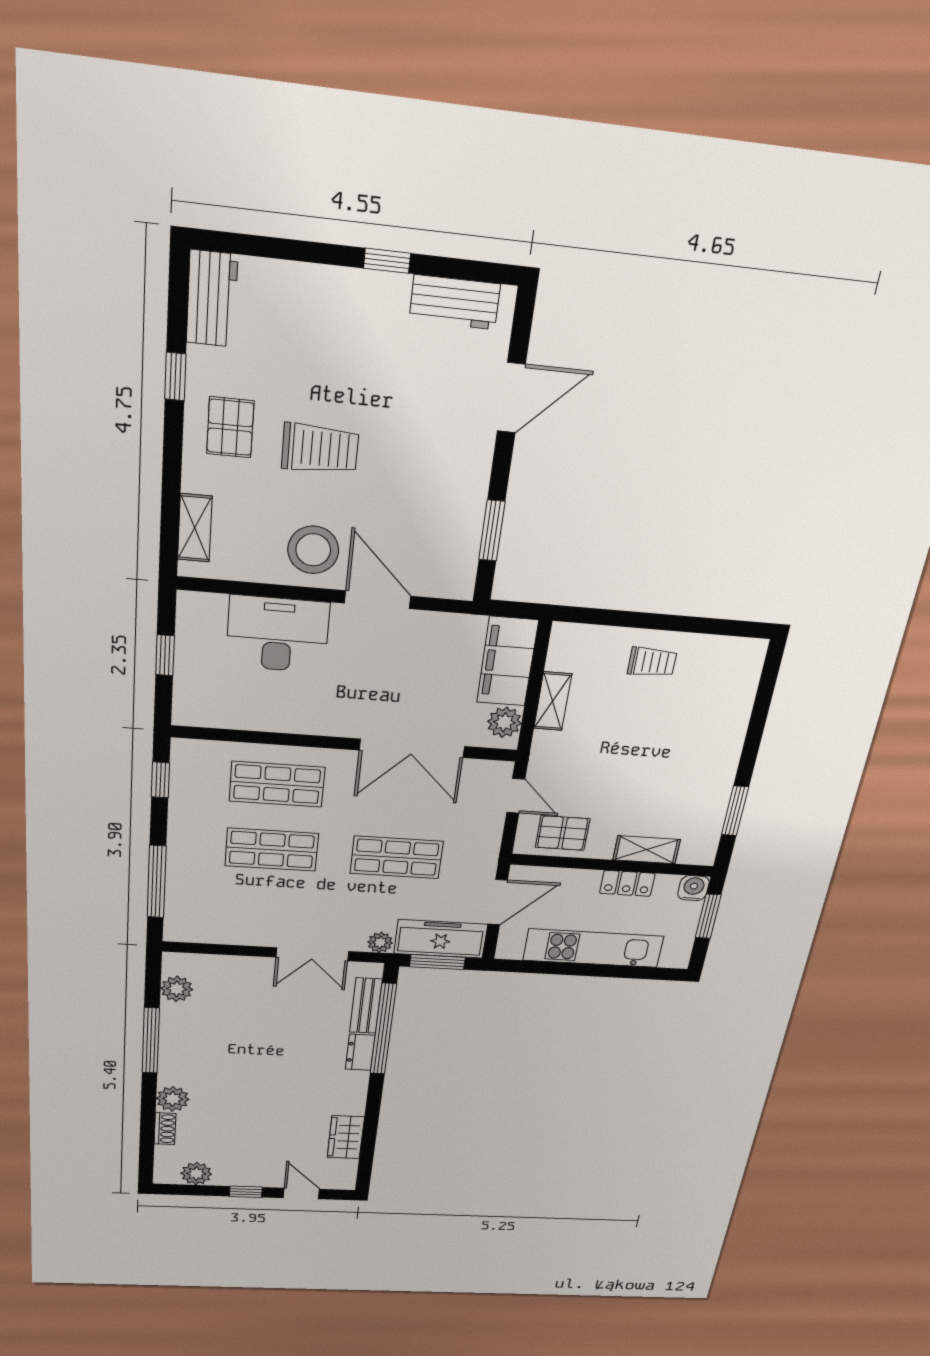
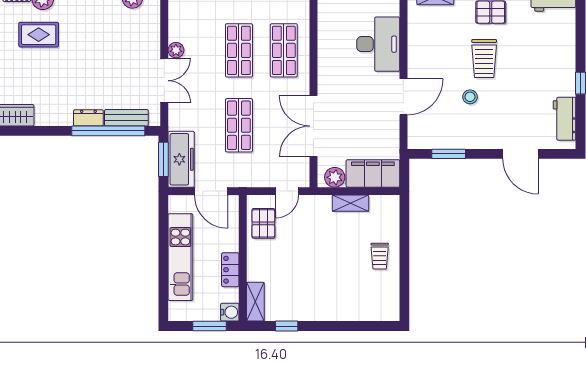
stool: (313, 550) -> (470, 97), moved, width x0.53, depth x0.53
window: (735, 811) -> (287, 326), width x0.67
shelving: (647, 850) -> (255, 302), moved
plant: (380, 942) -> (176, 50), moved
double door: (312, 954) -> (164, 81), swing flipped
rug: (227, 1106) -> (39, 35), added

